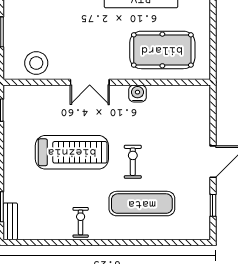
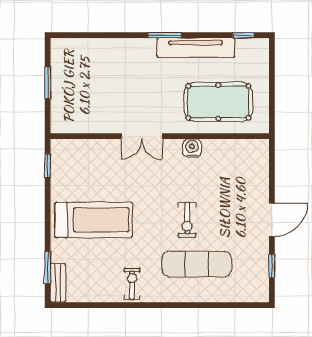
stool: (36, 63) -> (85, 116), removed
treadmill: (72, 152) -> (94, 220), moved
exercise bike: (133, 162) -> (187, 220), turned 180

